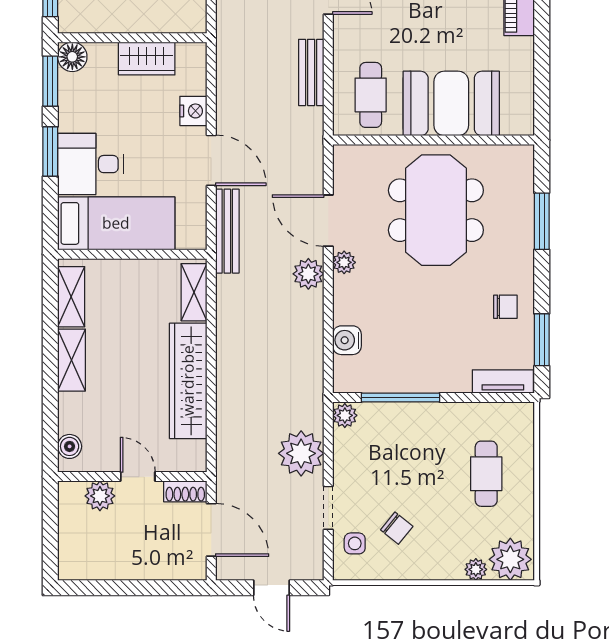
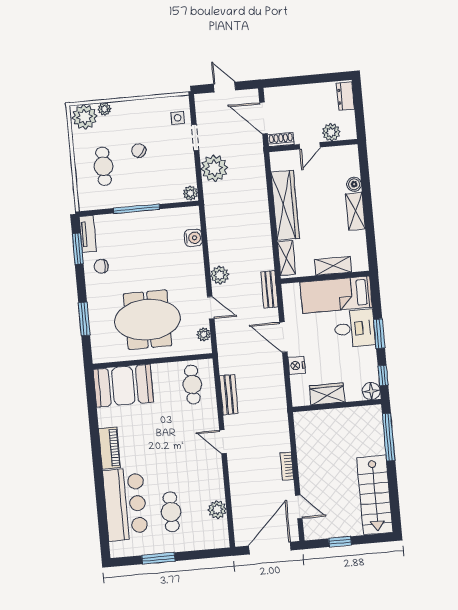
window: (50, 81) -> (383, 375), width x0.67
booth: (451, 103) -> (123, 386), moved
meeting table: (436, 210) -> (147, 320), turned 90
door: (328, 221) -> (211, 308), width x0.73
bench: (227, 231) -> (269, 289), width x0.73
plant: (344, 262) -> (204, 334), moved
shelving: (71, 297) -> (333, 266), moved, turned 90
tv unit: (503, 382) -> (88, 234), moved, turned -90
window: (401, 398) -> (137, 209), moved
boiler: (70, 446) -> (354, 184), moved
door: (138, 477) -> (310, 146), hinge flipped
chair: (397, 528) -> (139, 151), moved
dresser: (71, 554) -> (345, 96), added

